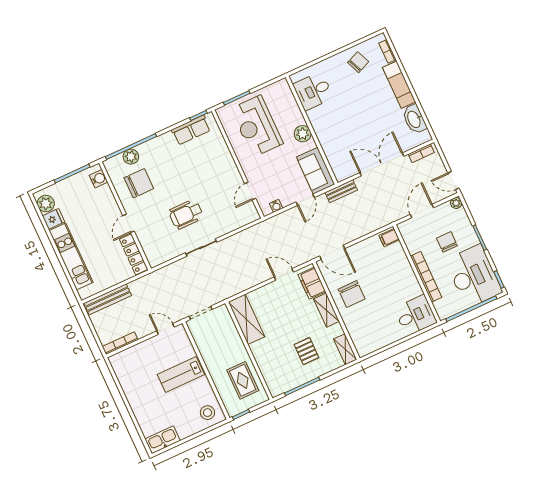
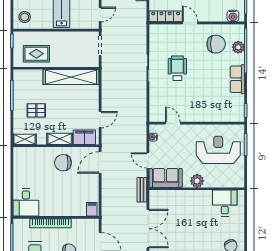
row of seats: (191, 130) -> (237, 79), moved
chair: (139, 183) -> (216, 44), turned -90
shelving: (246, 319) -> (71, 77), width x1.47

